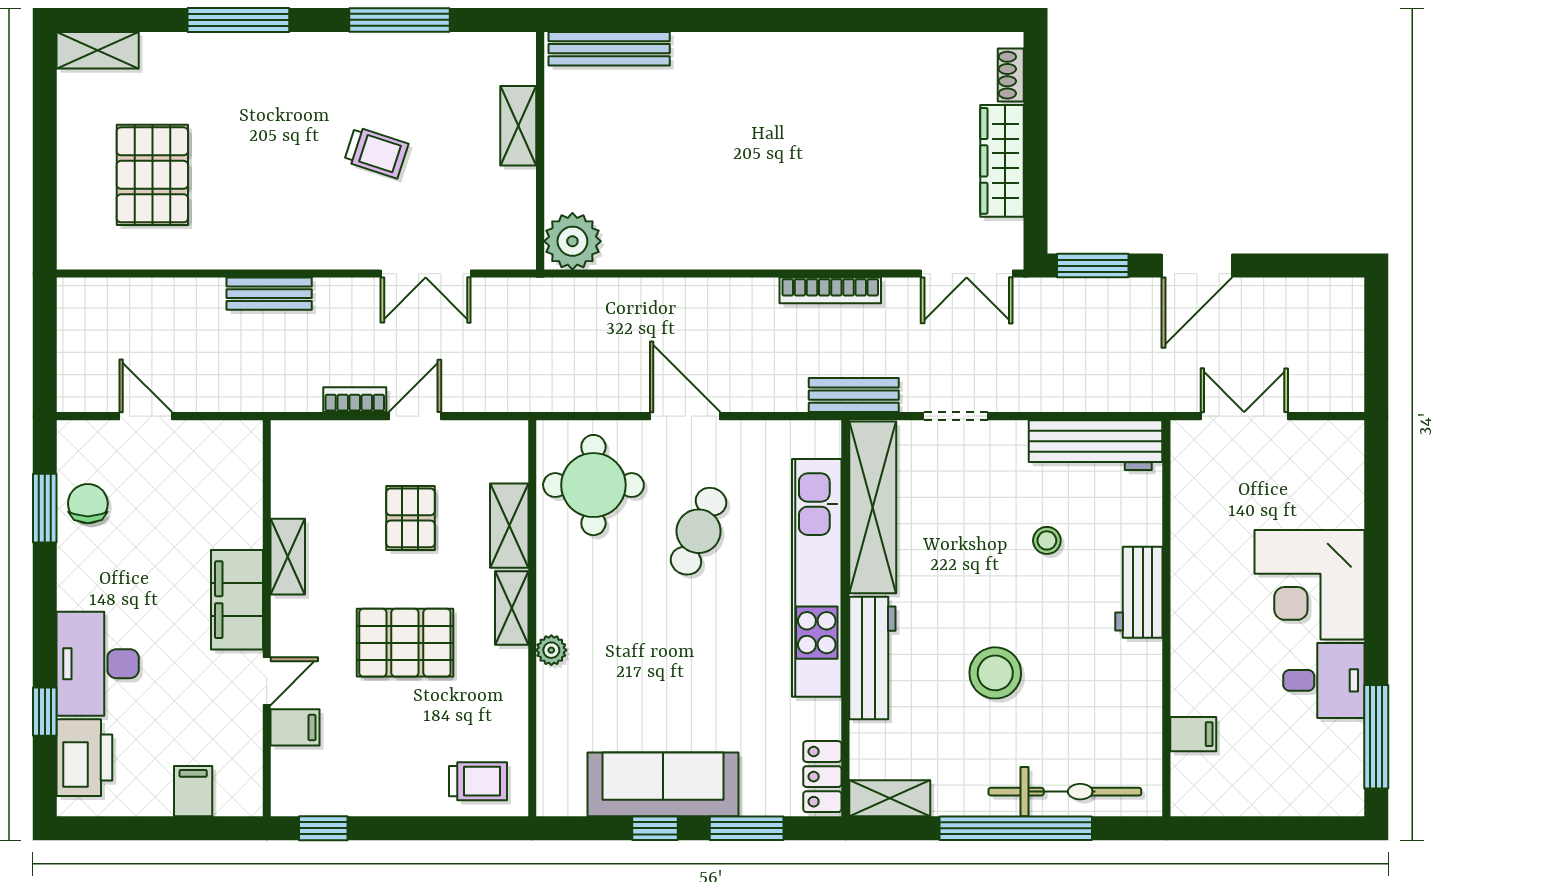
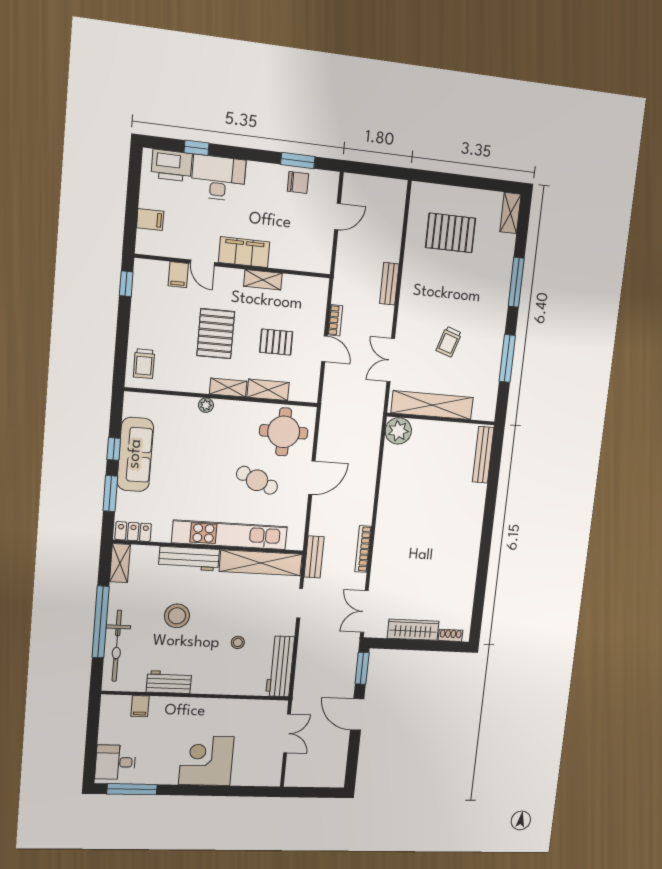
shelving: (518, 126) -> (432, 405), width x2.20, depth x1.33
workbench: (1139, 592) -> (169, 682), moved
desk: (1324, 680) -> (115, 762), moved, turned 90

